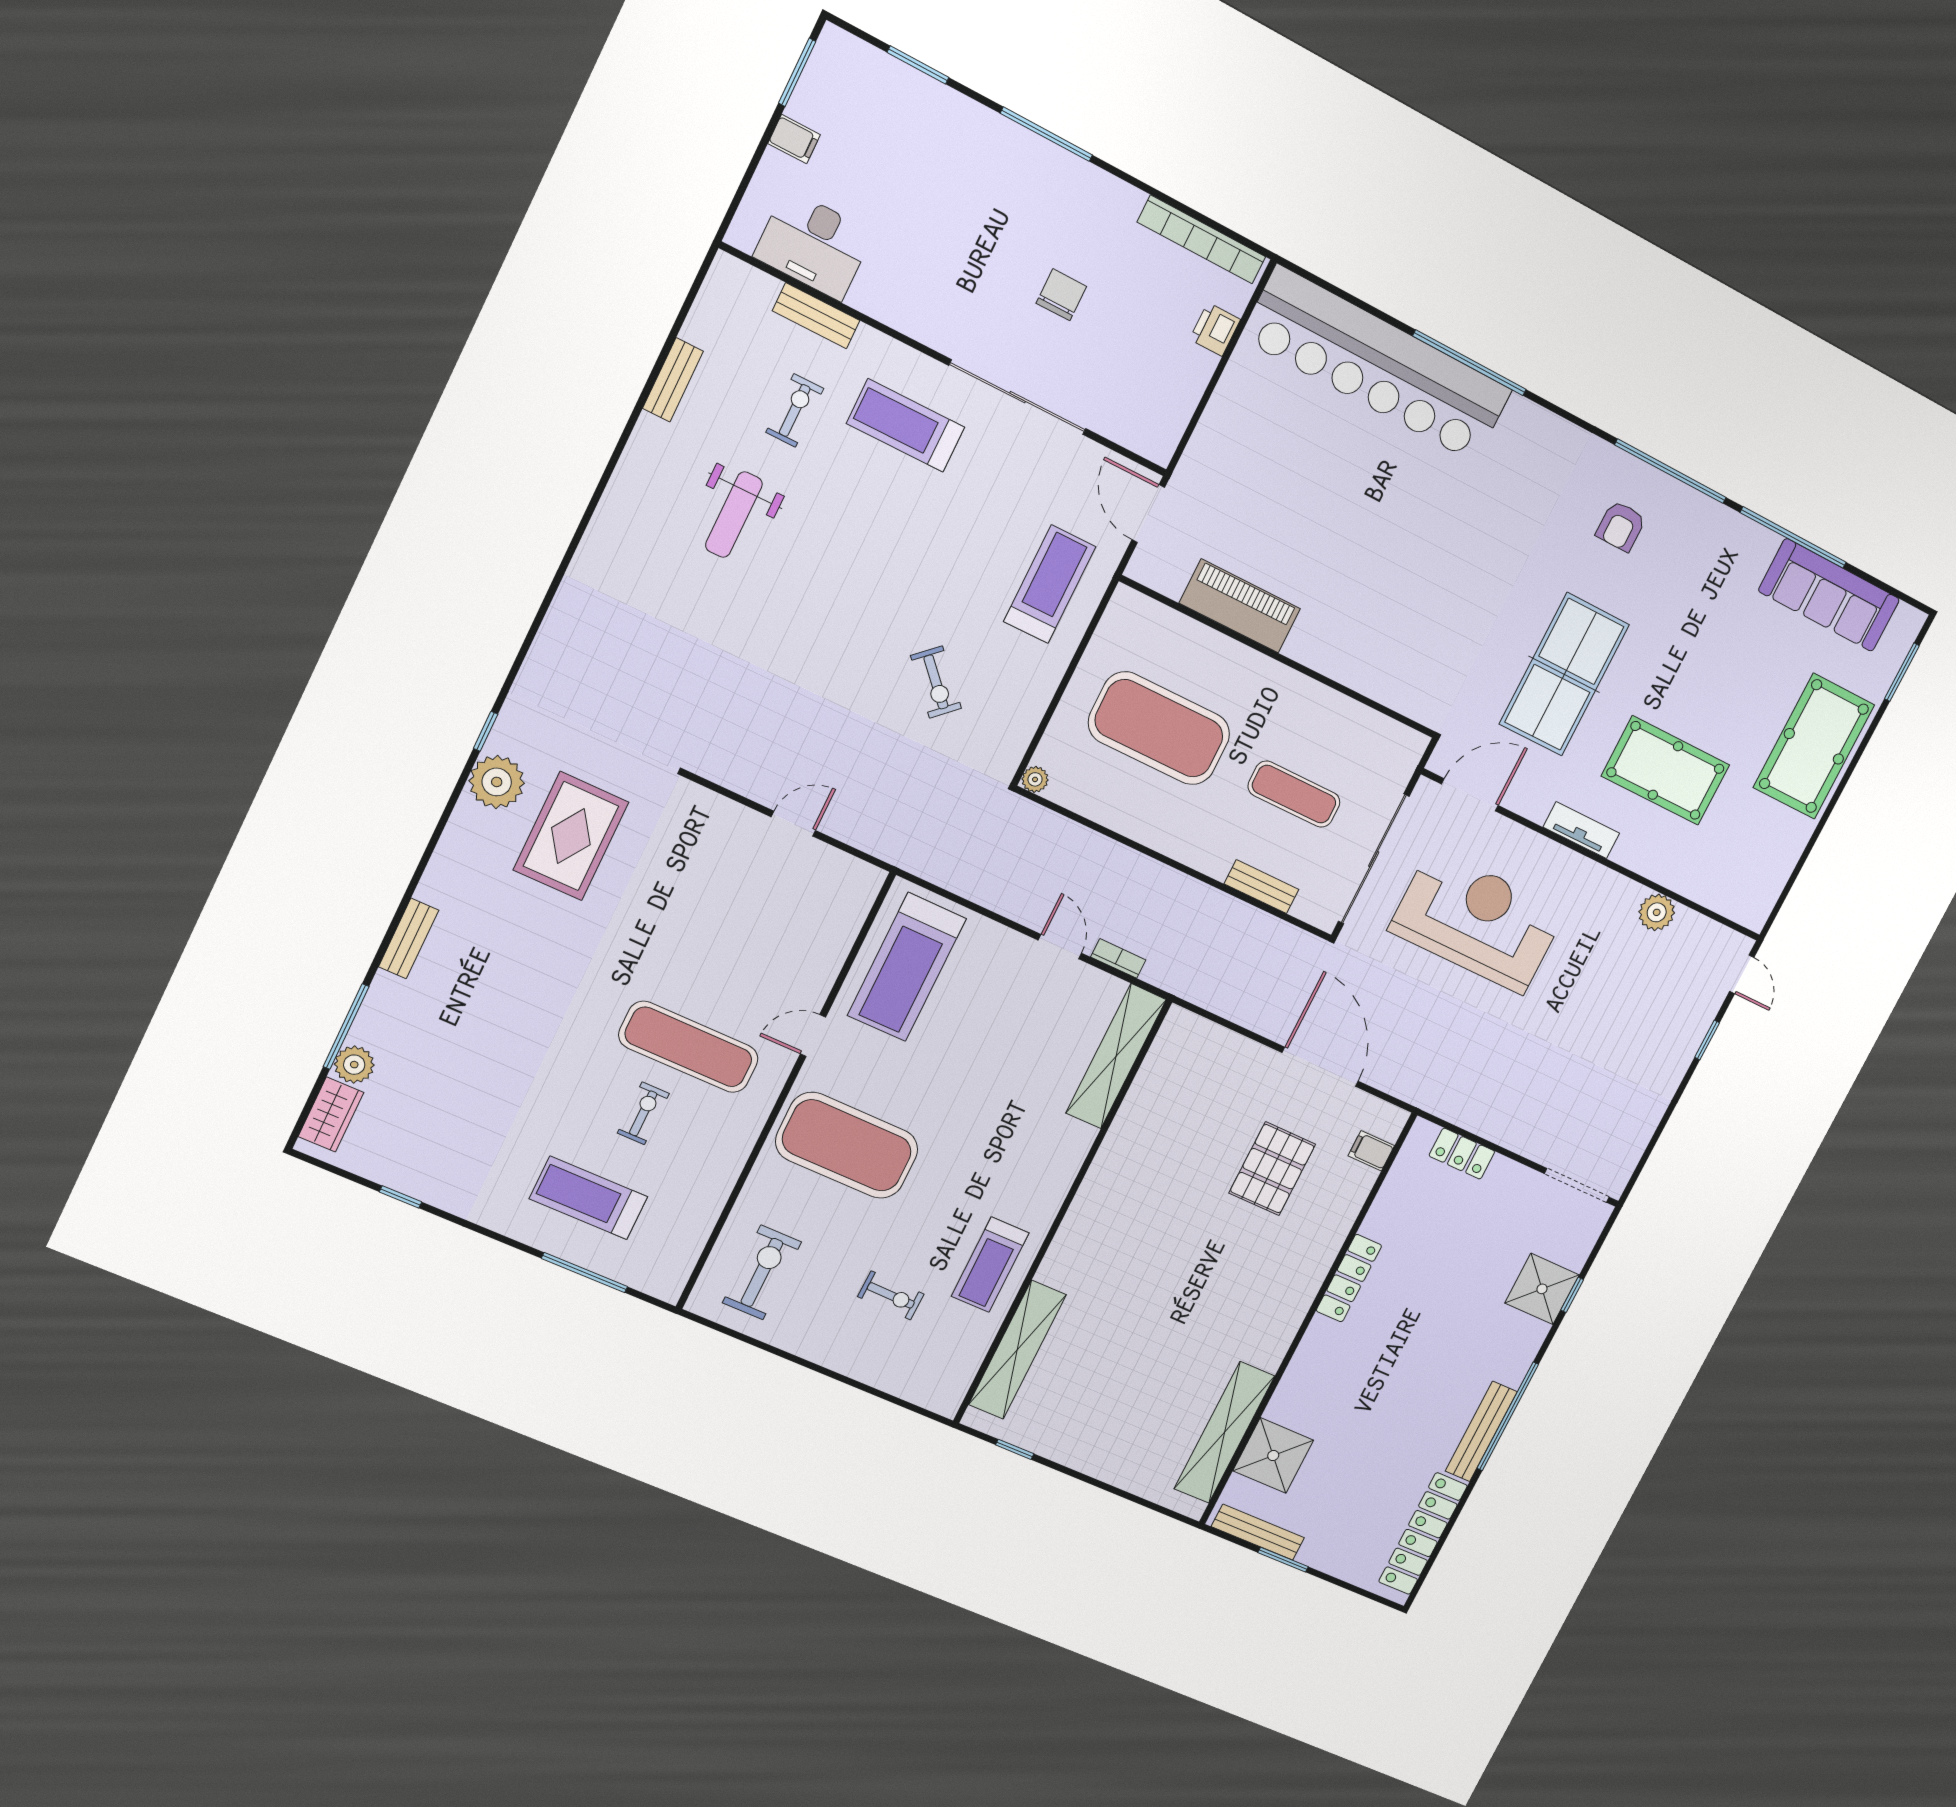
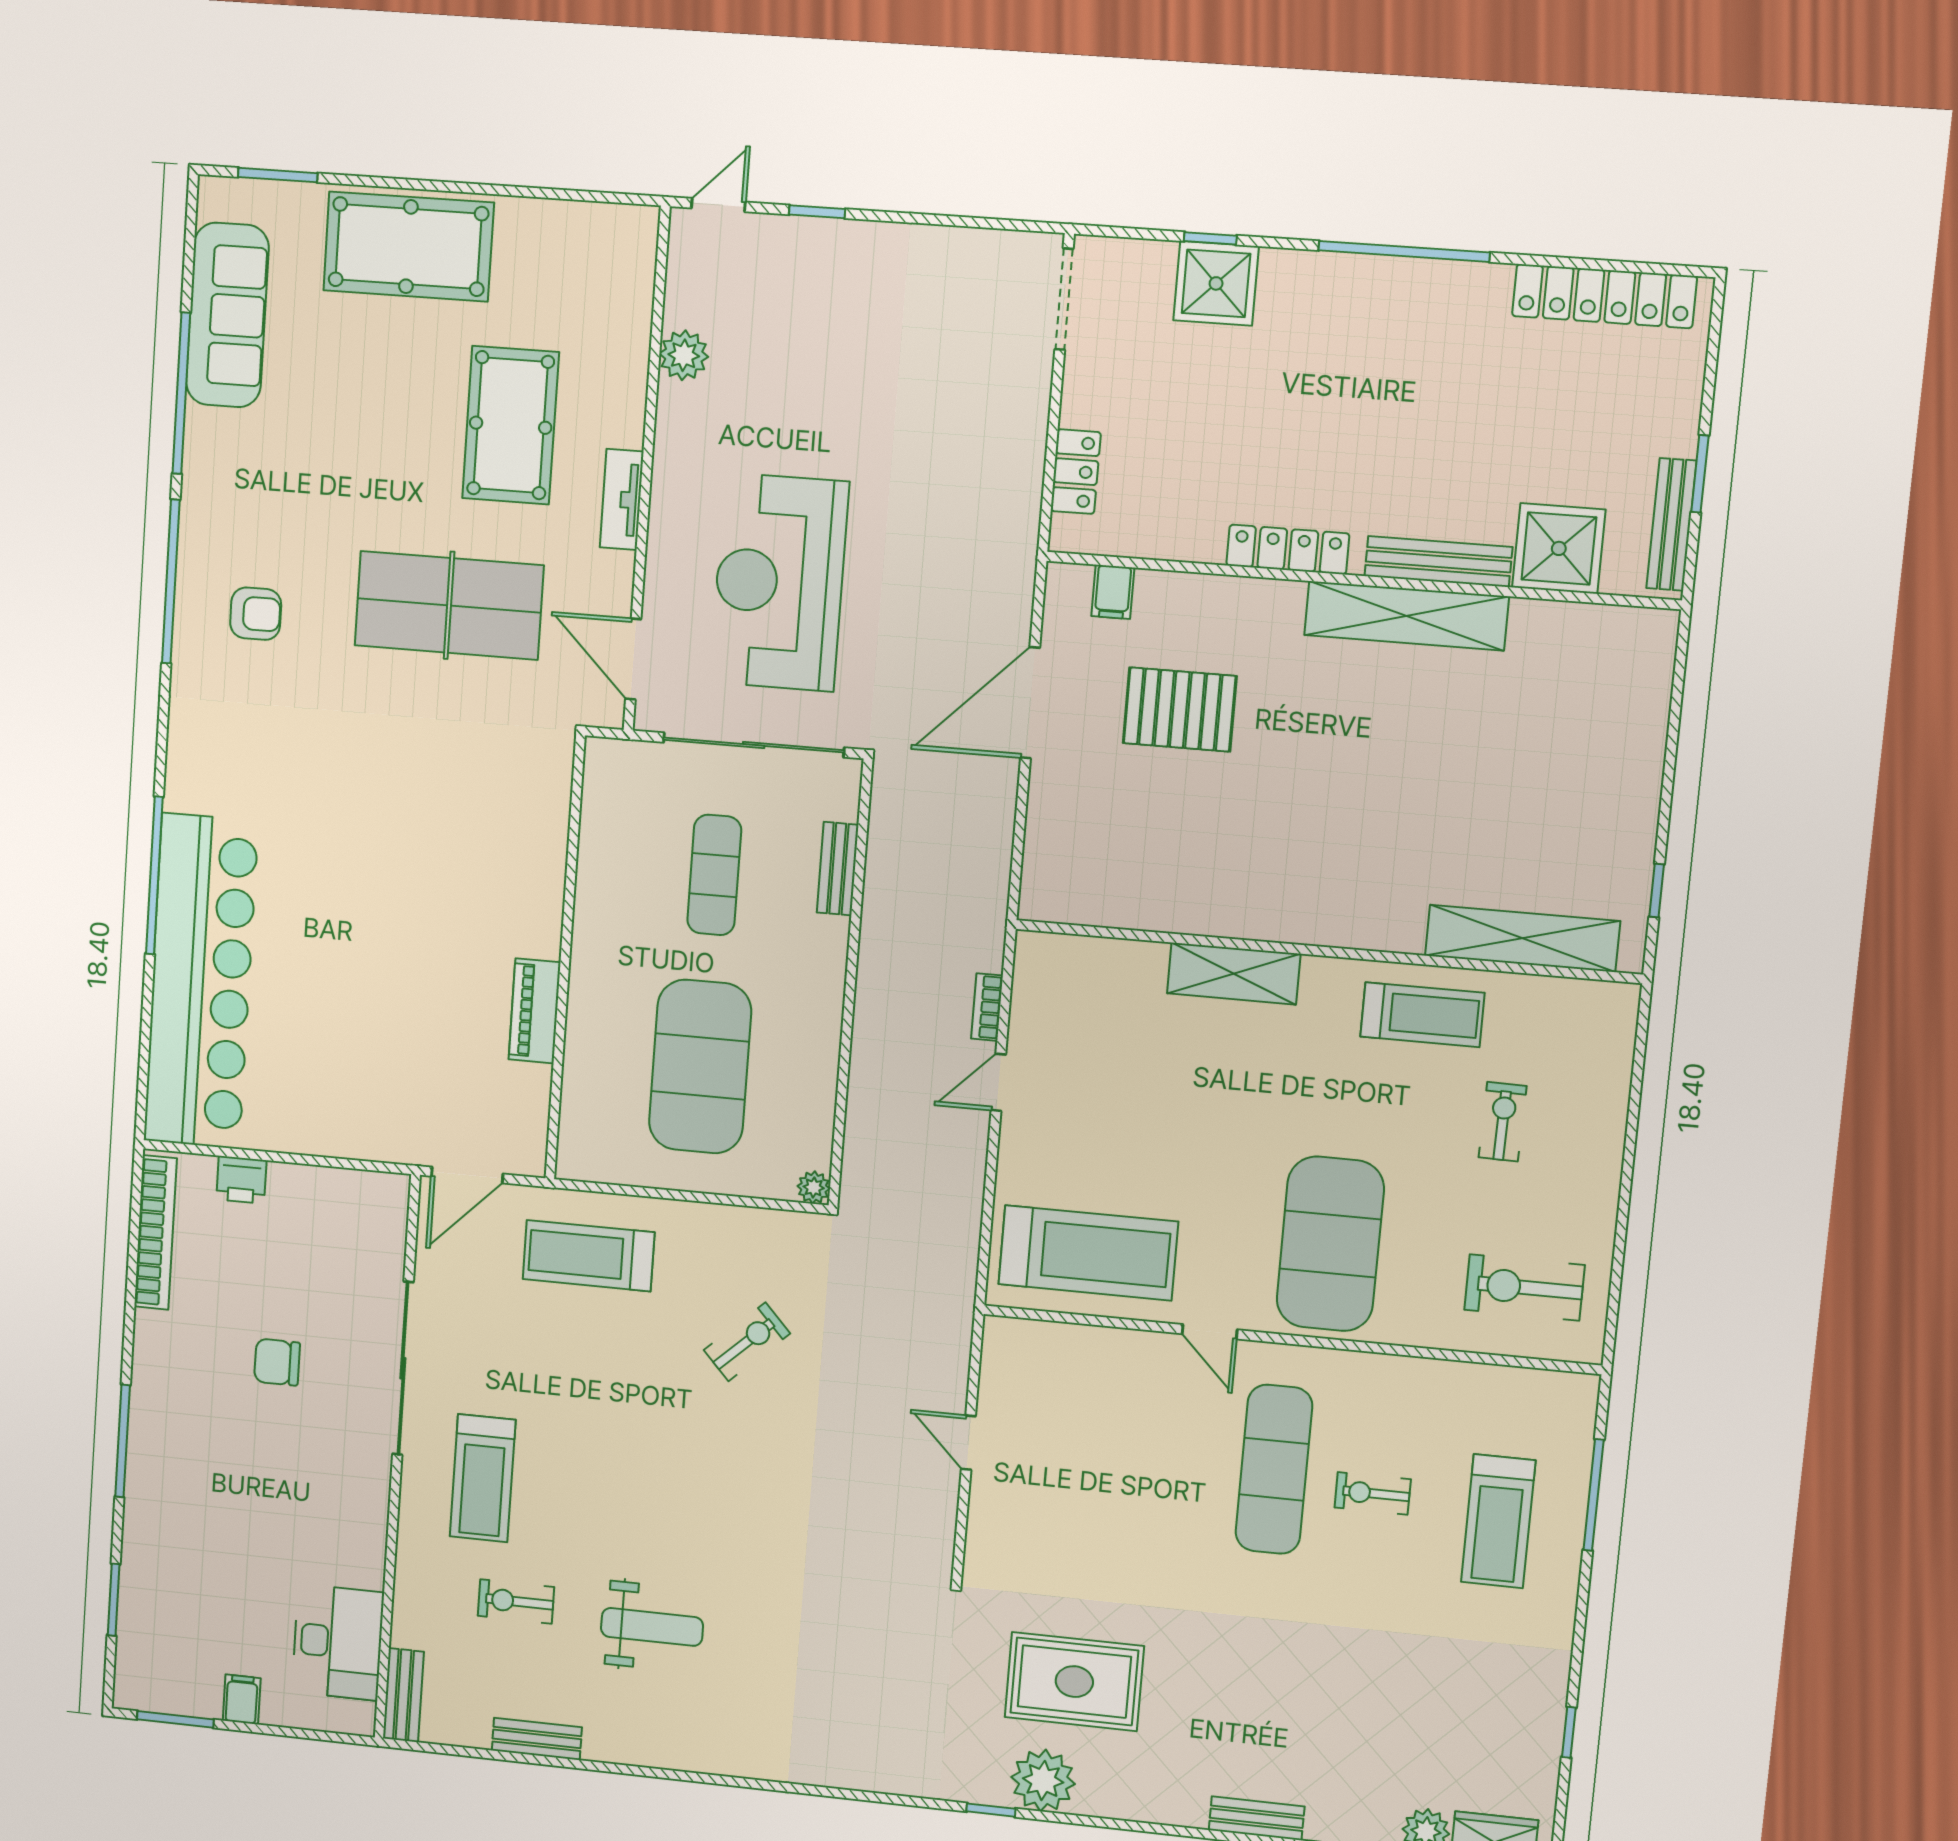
bench: (816, 316) -> (403, 1695), moved
piano: (1240, 606) -> (535, 1011), width x0.73, depth x0.75
shelving: (1116, 1056) -> (1234, 974), moved, width x0.68
bench: (1481, 1431) -> (1438, 562), moved
shelving: (1224, 1432) -> (1406, 616), moved

